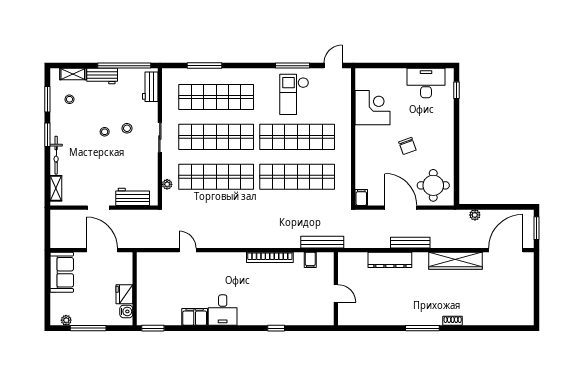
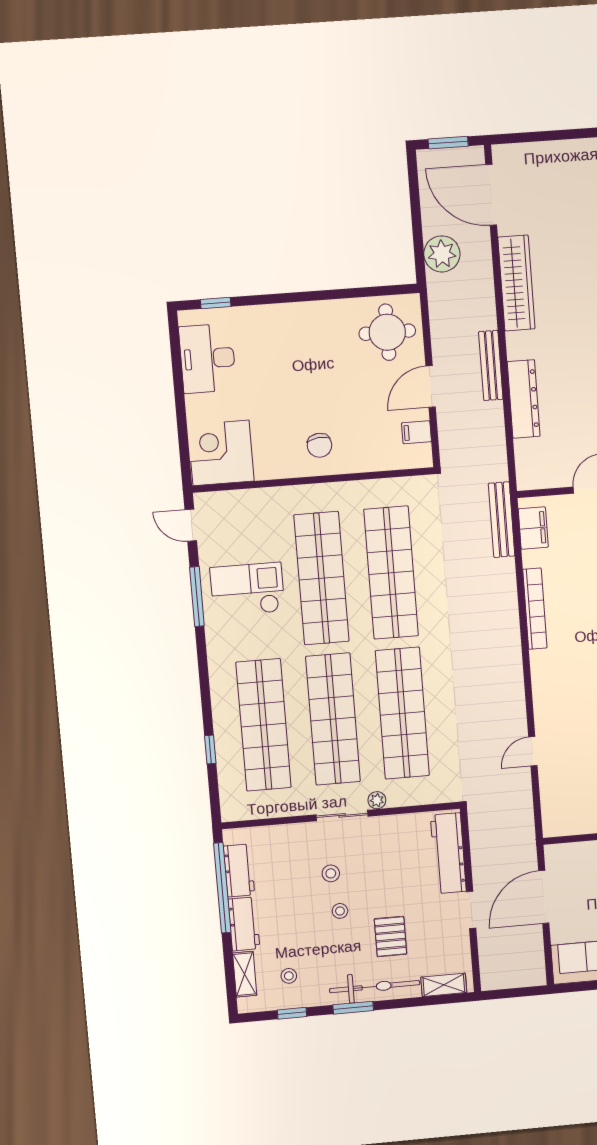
window: (205, 66) -> (210, 749), width x0.46
workbench: (150, 87) -> (239, 870), moved, turned -90
checkout: (294, 94) -> (247, 589), turned 180
window: (47, 99) -> (292, 1013), width x0.67
corner desk: (373, 108) -> (221, 453), moved
chair: (407, 146) -> (319, 445), moved, turned 104
bicycle: (56, 155) -> (375, 987), width x1.37, depth x1.40
pallet: (87, 160) -> (390, 936), added
plant: (167, 184) -> (377, 800), moved
workbench: (133, 197) -> (448, 853), width x1.38
filing cabinet: (361, 197) -> (416, 432), moved
door: (401, 208) -> (431, 387), width x0.73
plant: (475, 215) -> (442, 254), width x1.88, depth x1.88
filing cabinet: (310, 260) -> (533, 528), width x2.00

